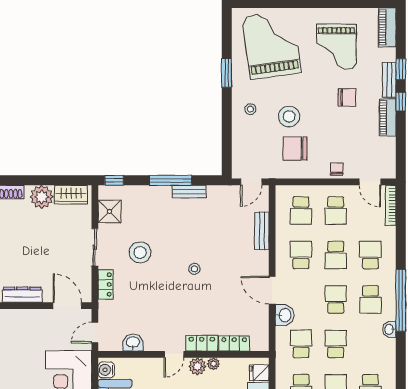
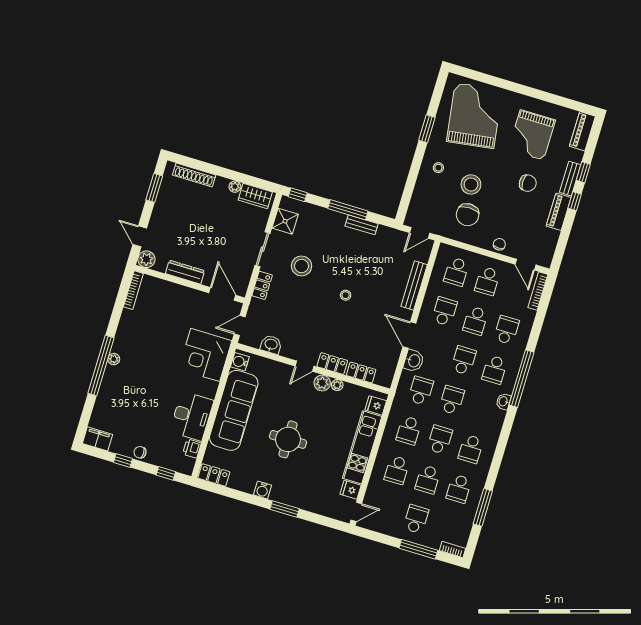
chair: (295, 149) -> (468, 215), turned -90
plant: (42, 197) -> (235, 187), width x0.53, depth x0.53
bench: (262, 231) -> (414, 286), width x1.36

